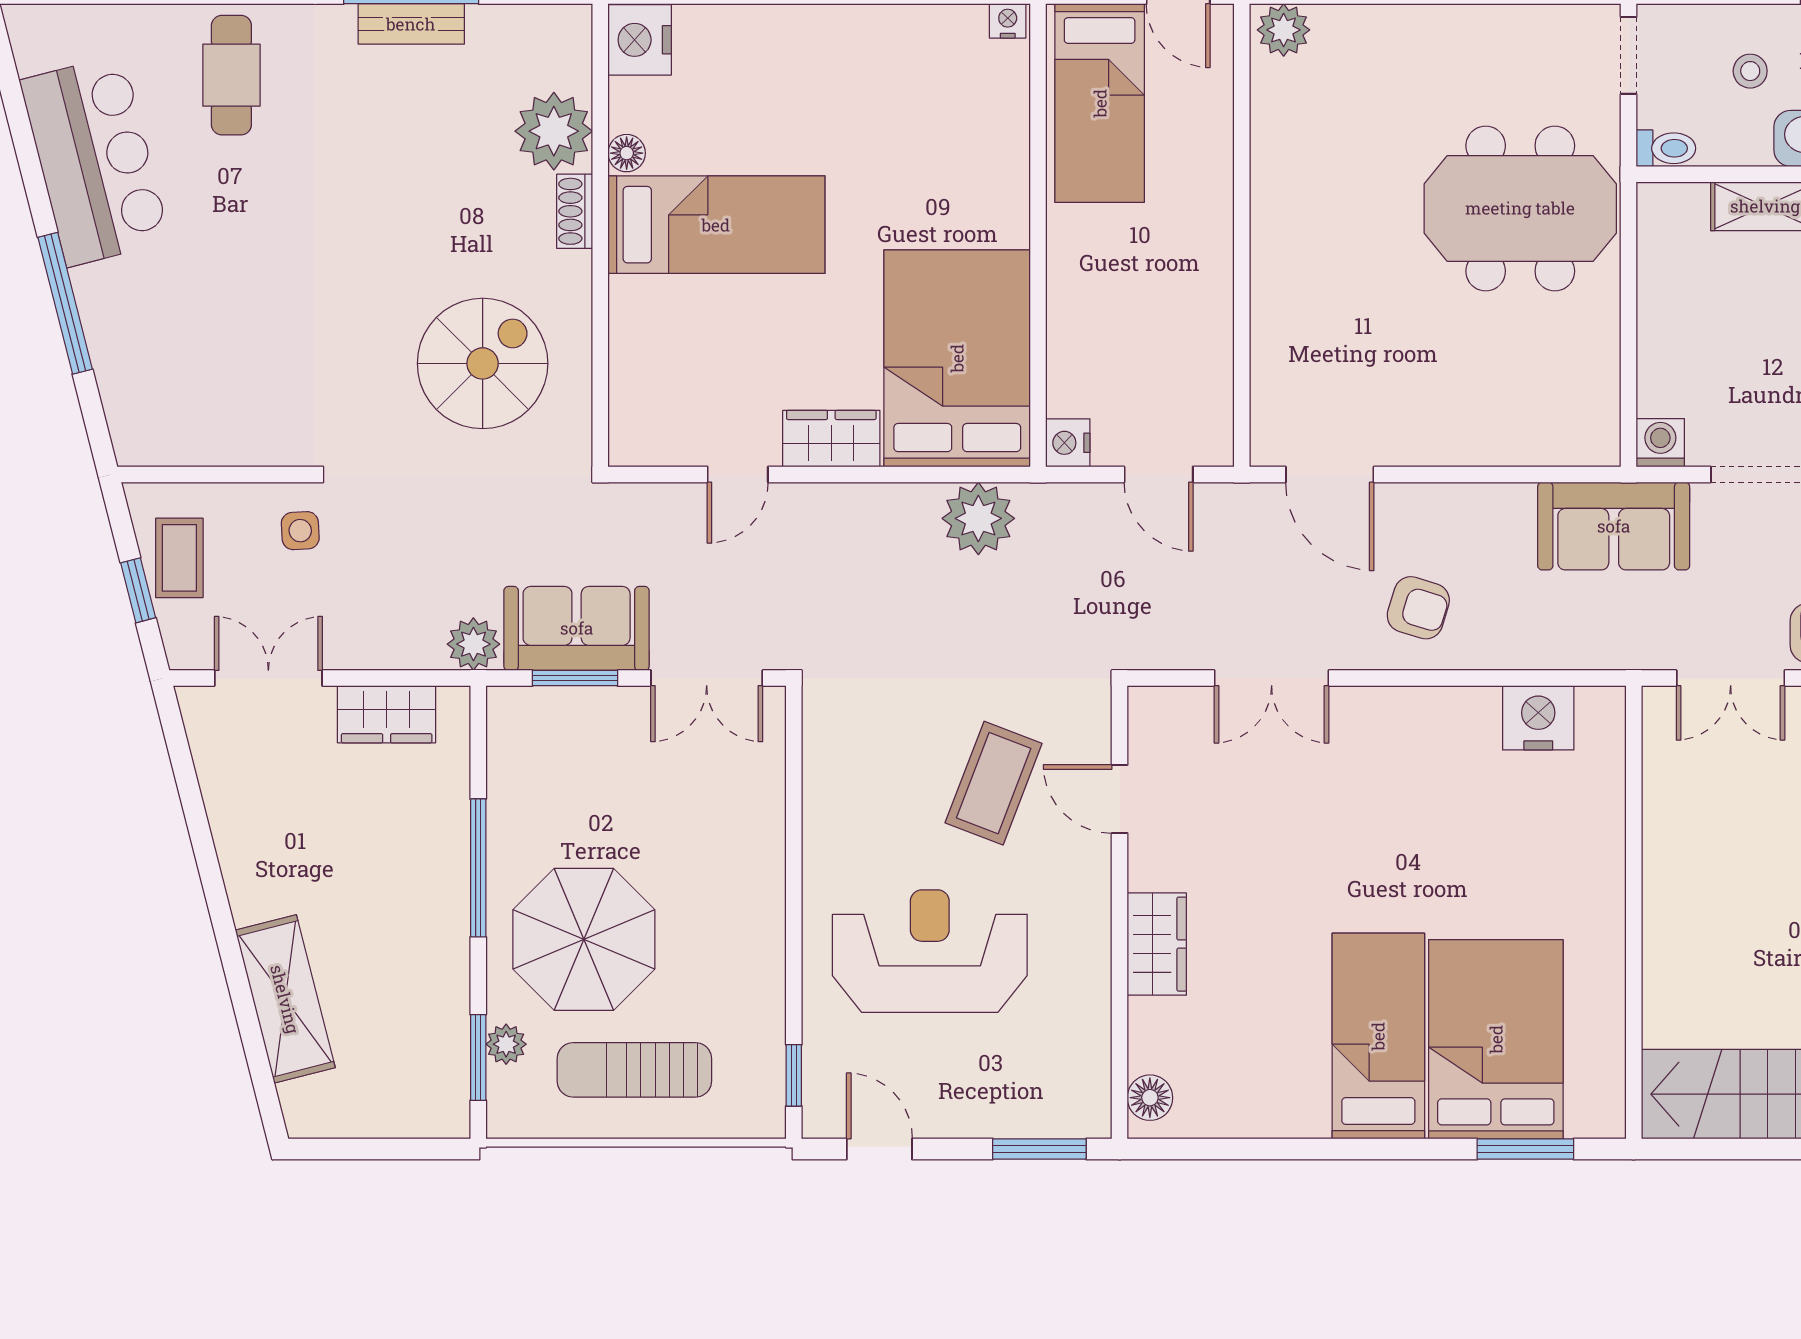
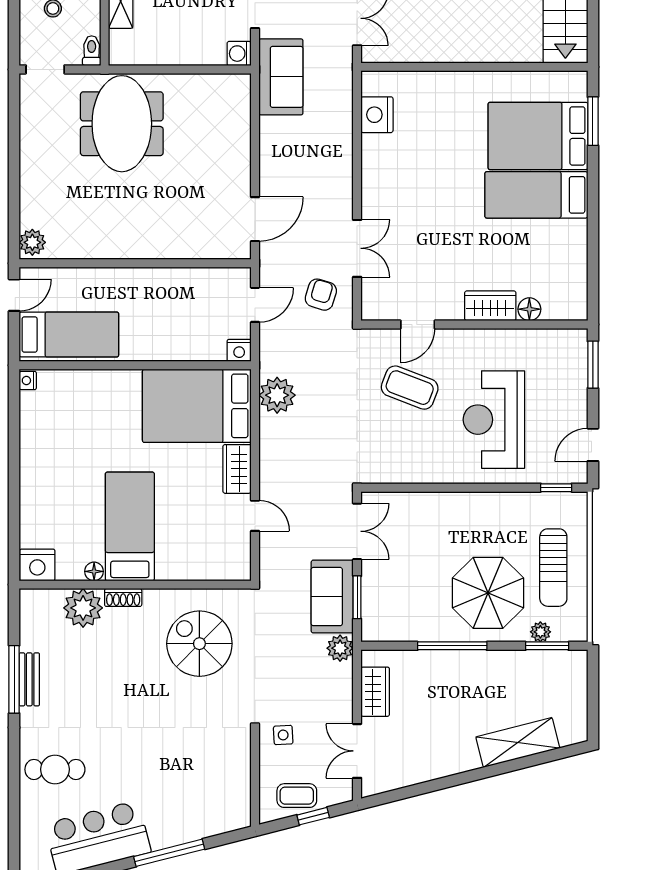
armchair: (1418, 608) -> (321, 295), moved
floor lamp: (1150, 1098) -> (529, 309), moved

